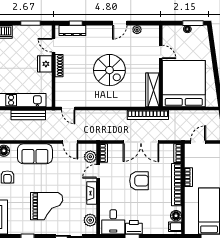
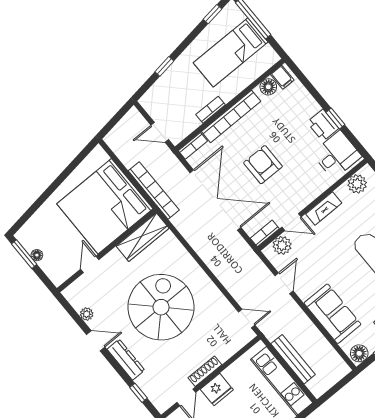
dresser: (72, 31) -> (126, 360), moved
spiral stairs: (109, 70) -> (161, 307), width x1.37, depth x1.37
door: (68, 109) -> (247, 318), hinge flipped
bookcase: (148, 115) -> (154, 190), moved
double door: (141, 142) -> (215, 200), width x1.36

